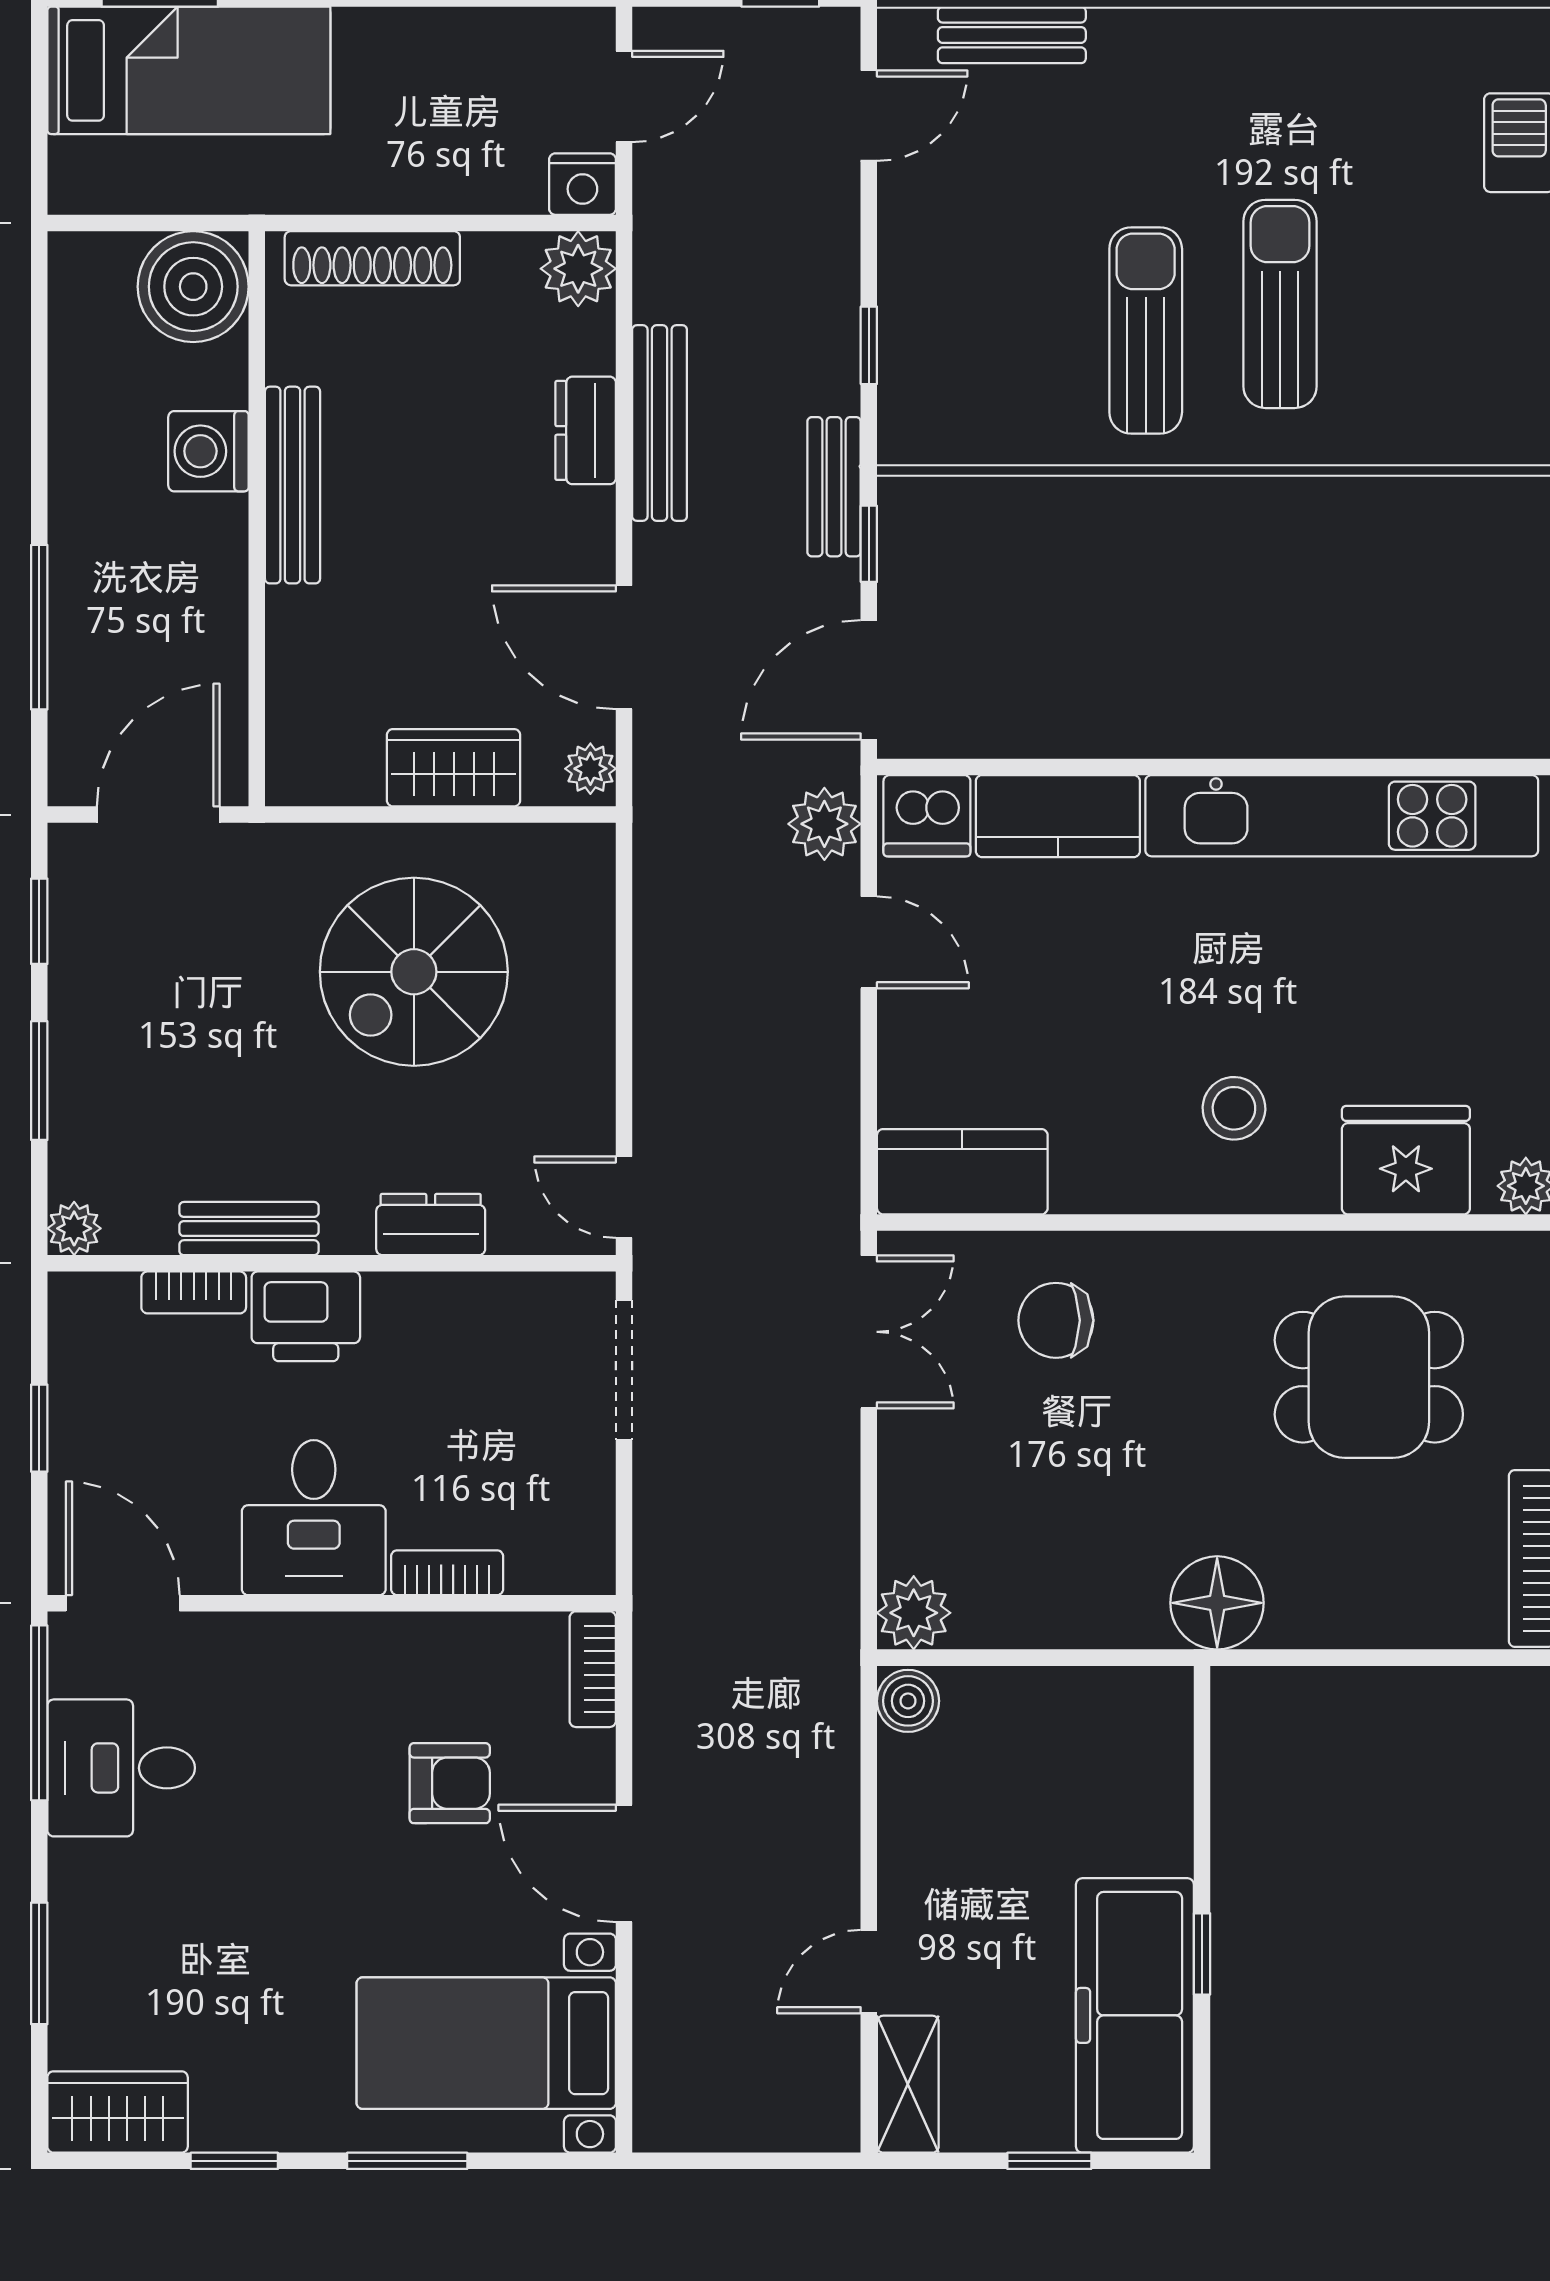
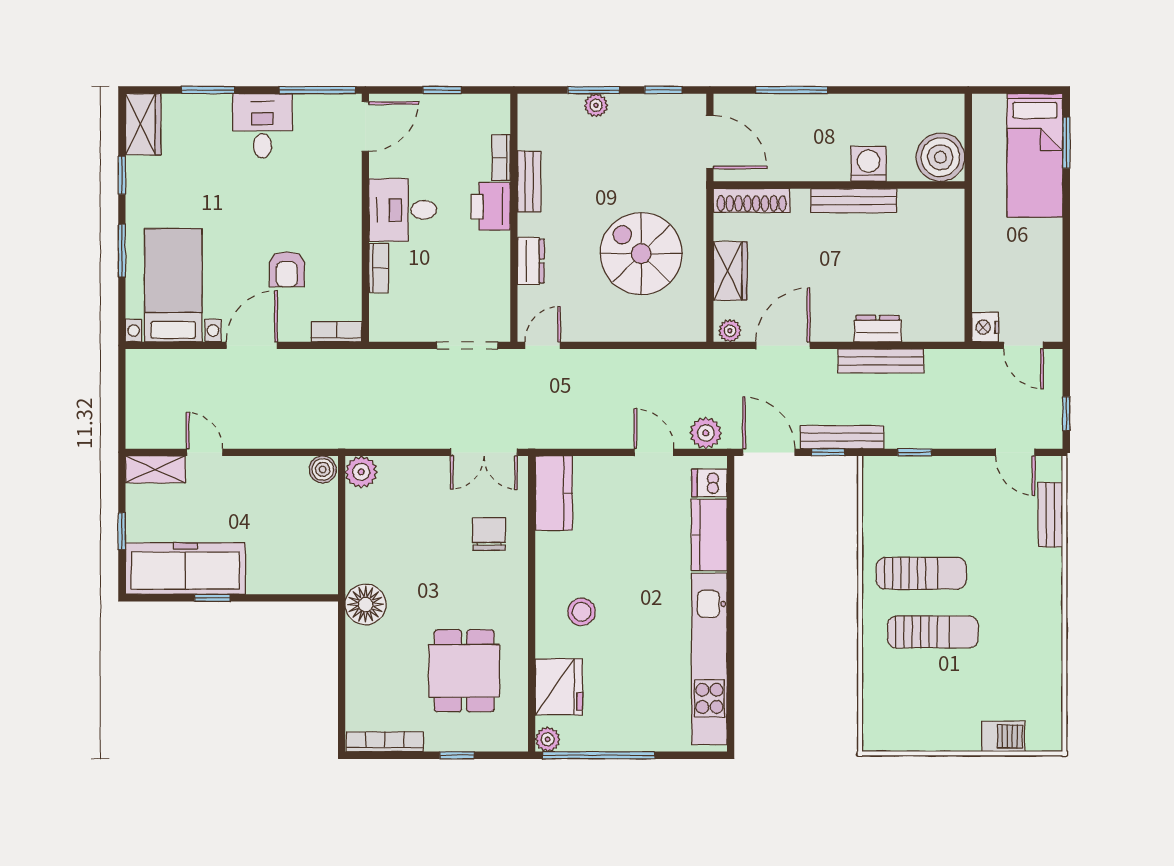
shoe rack: (372, 258) -> (752, 200), moved, turned -90
plant: (578, 269) -> (948, 325), removed
bench: (834, 487) -> (842, 437), width x1.36
dishwasher: (927, 816) -> (709, 483), width x0.73
door: (869, 942) -> (654, 452), swing flipped
plant: (74, 1228) -> (596, 105), moved
desk: (121, 1768) -> (262, 126), moved

